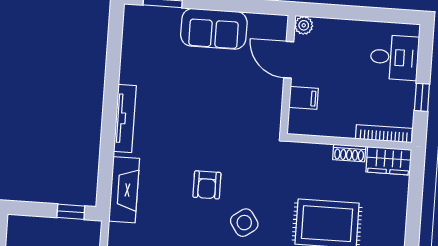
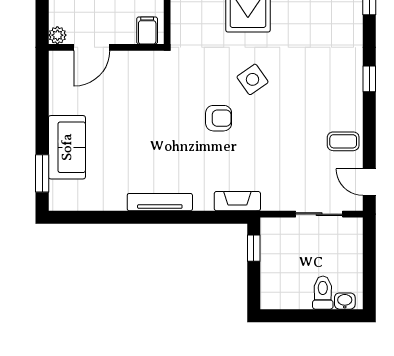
sofa: (214, 29) -> (67, 147), moved
filing cabinet: (304, 98) -> (147, 30), moved
fireplace: (124, 190) -> (237, 201), width x0.73, depth x0.76

